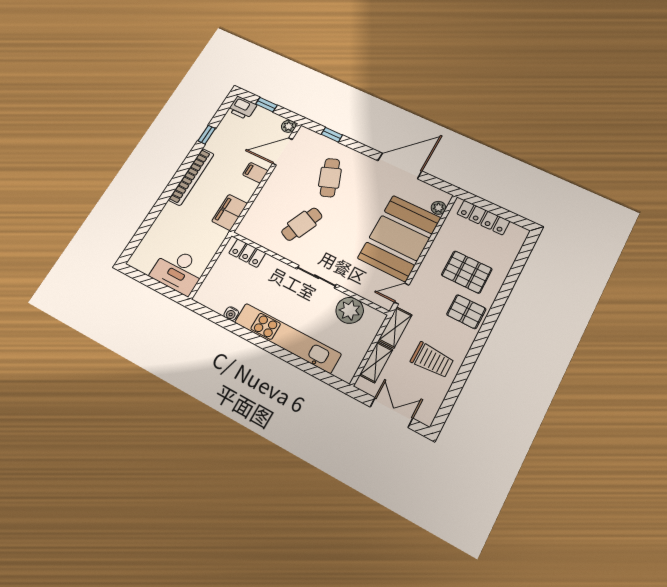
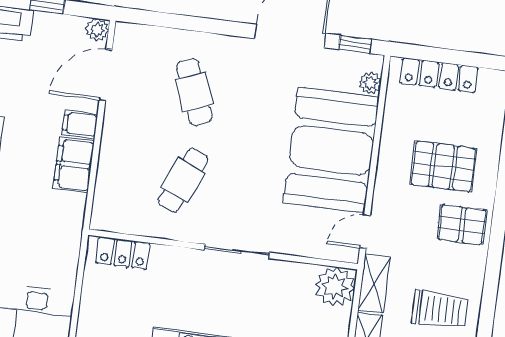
window: (332, 135) -> (355, 44), moved
filing cabinet: (230, 212) -> (74, 165), moved
plant: (350, 310) -> (335, 287), moved

